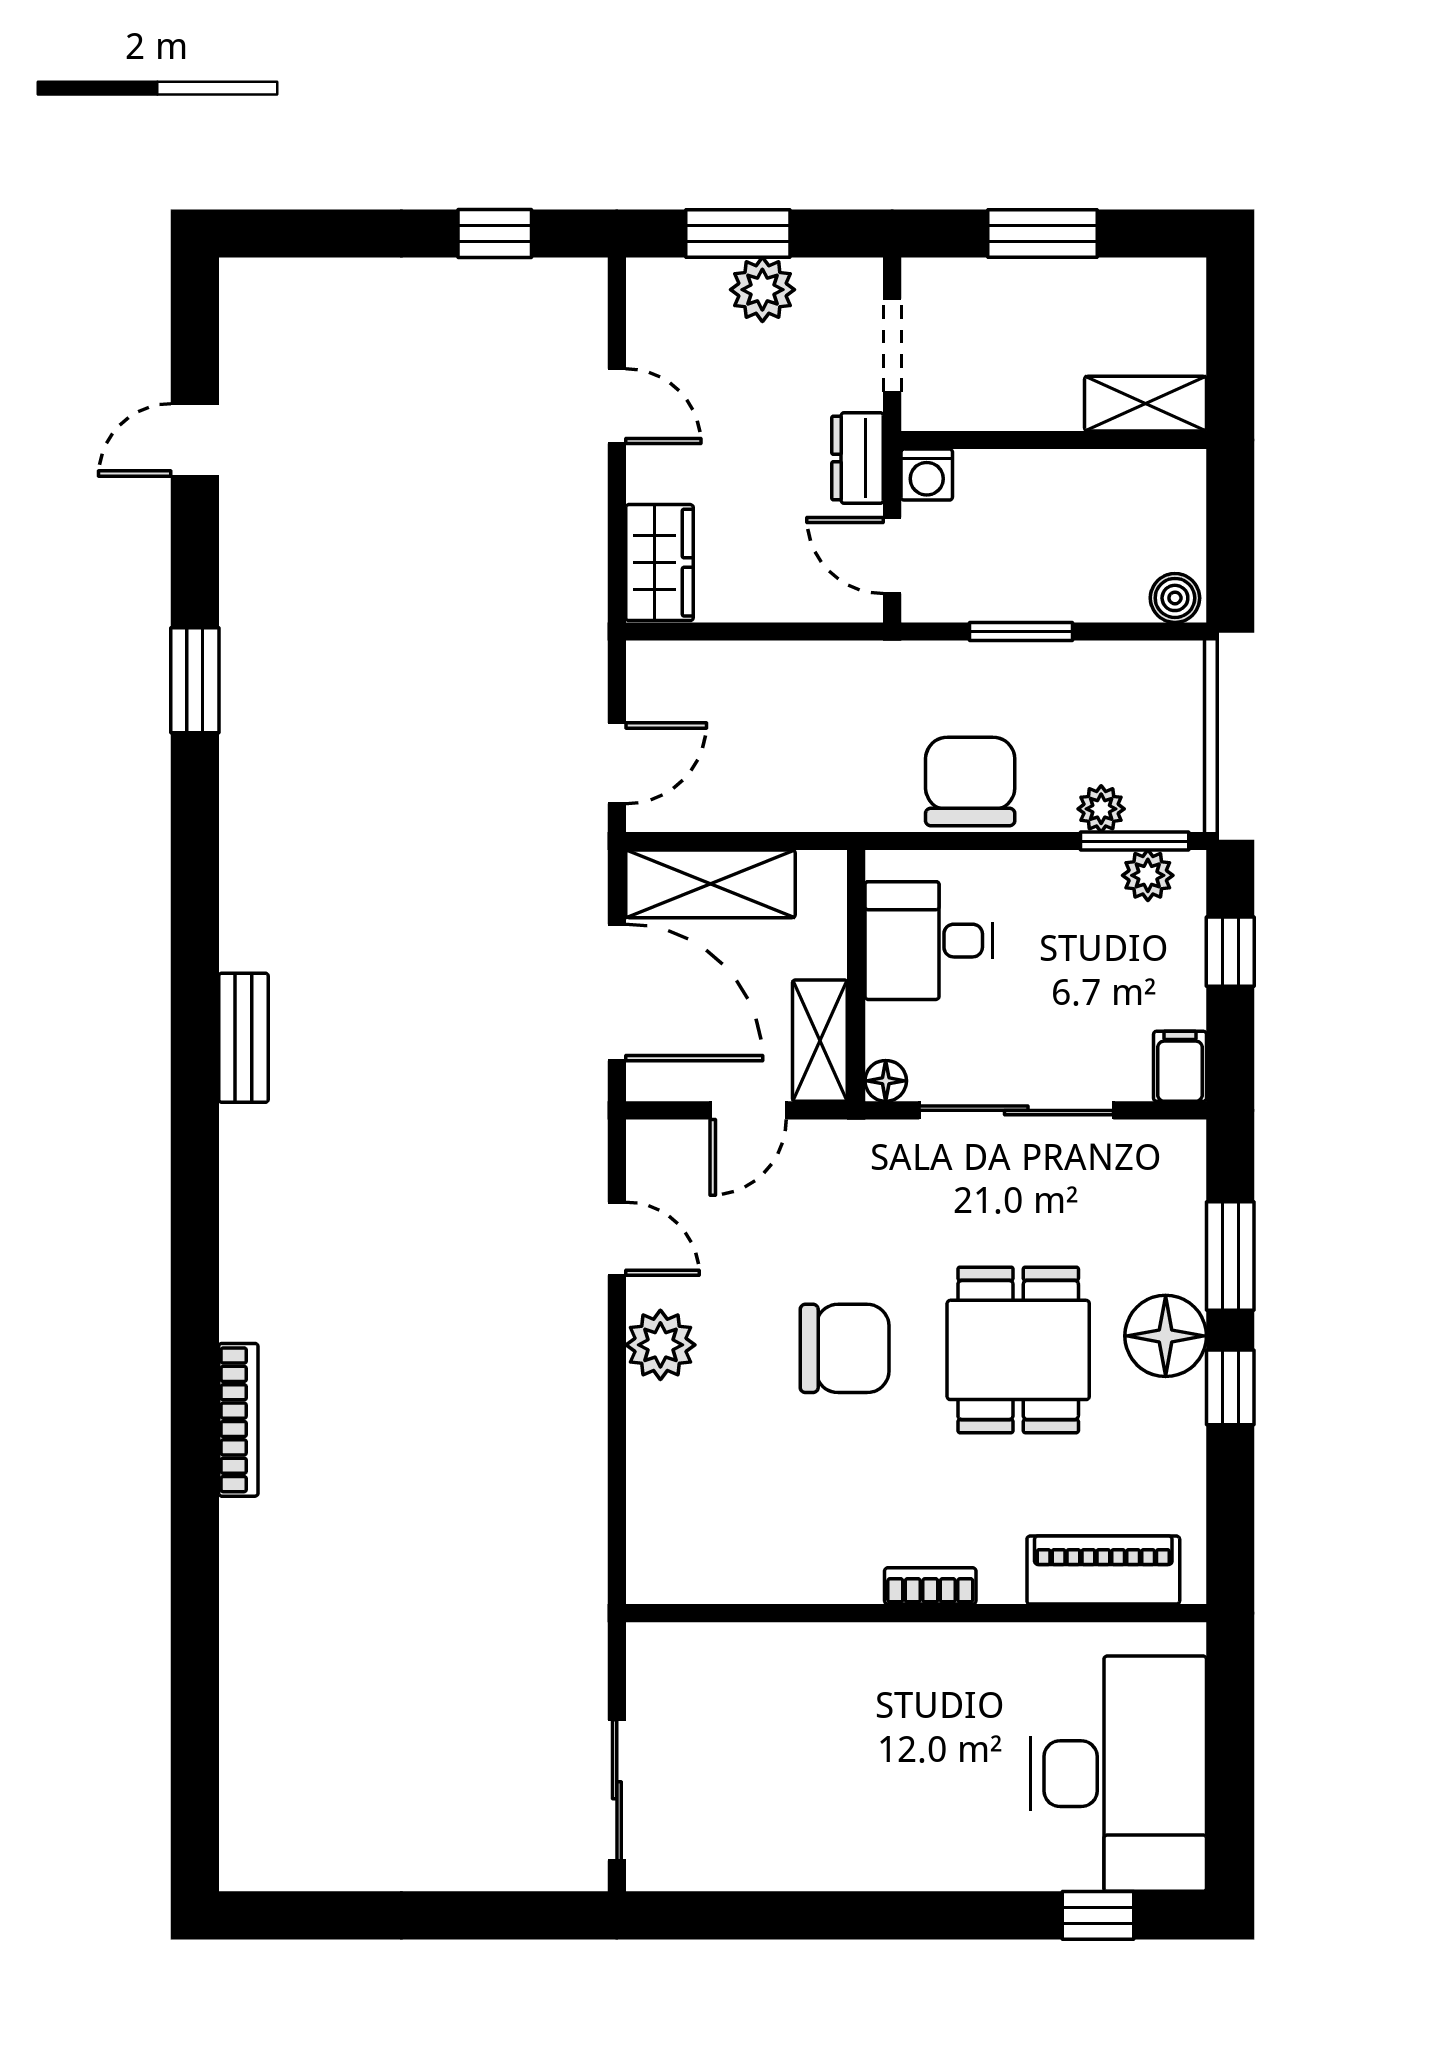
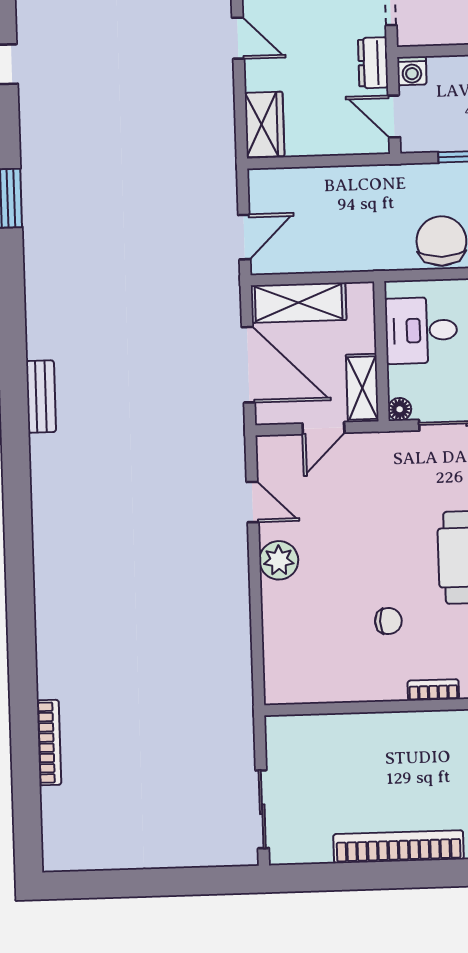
chair: (845, 1348) -> (388, 621), moved, width x0.54, depth x0.54
bookcase: (238, 1420) -> (49, 743), moved
bookcase: (859, 1865) -> (398, 847), added

